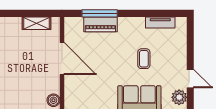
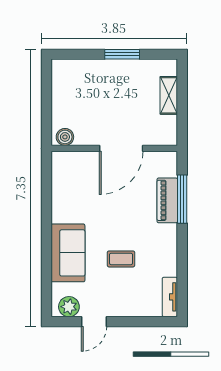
shelving: (36, 23) -> (169, 95), moved
tv unit: (160, 23) -> (170, 297), moved

